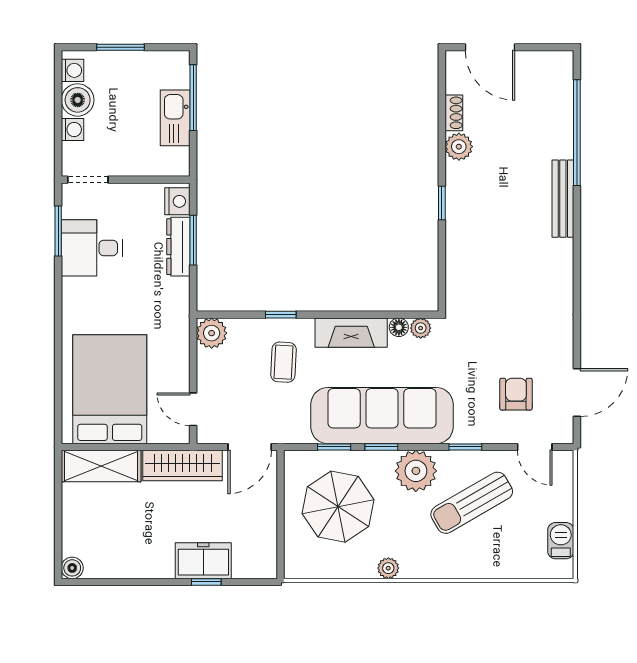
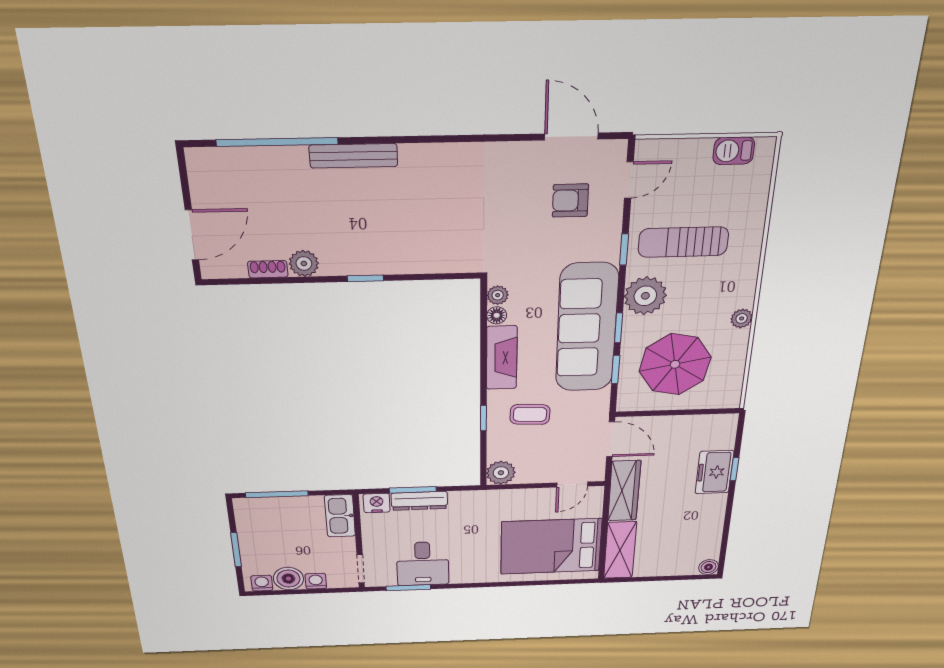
kitchen sink: (175, 118) -> (340, 516), moved, turned 90
sun lounger: (472, 503) -> (683, 242), turned 120

